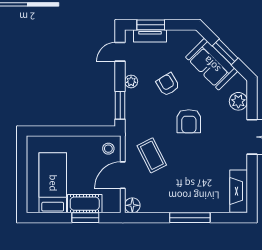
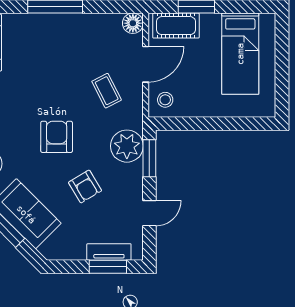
door: (120, 52) -> (149, 213), moved
plant: (131, 81) -> (127, 146), moved, width x1.88, depth x1.88
coffee table: (152, 155) -> (107, 91), width x0.73, depth x0.77
cot: (85, 204) -> (176, 26), moved

